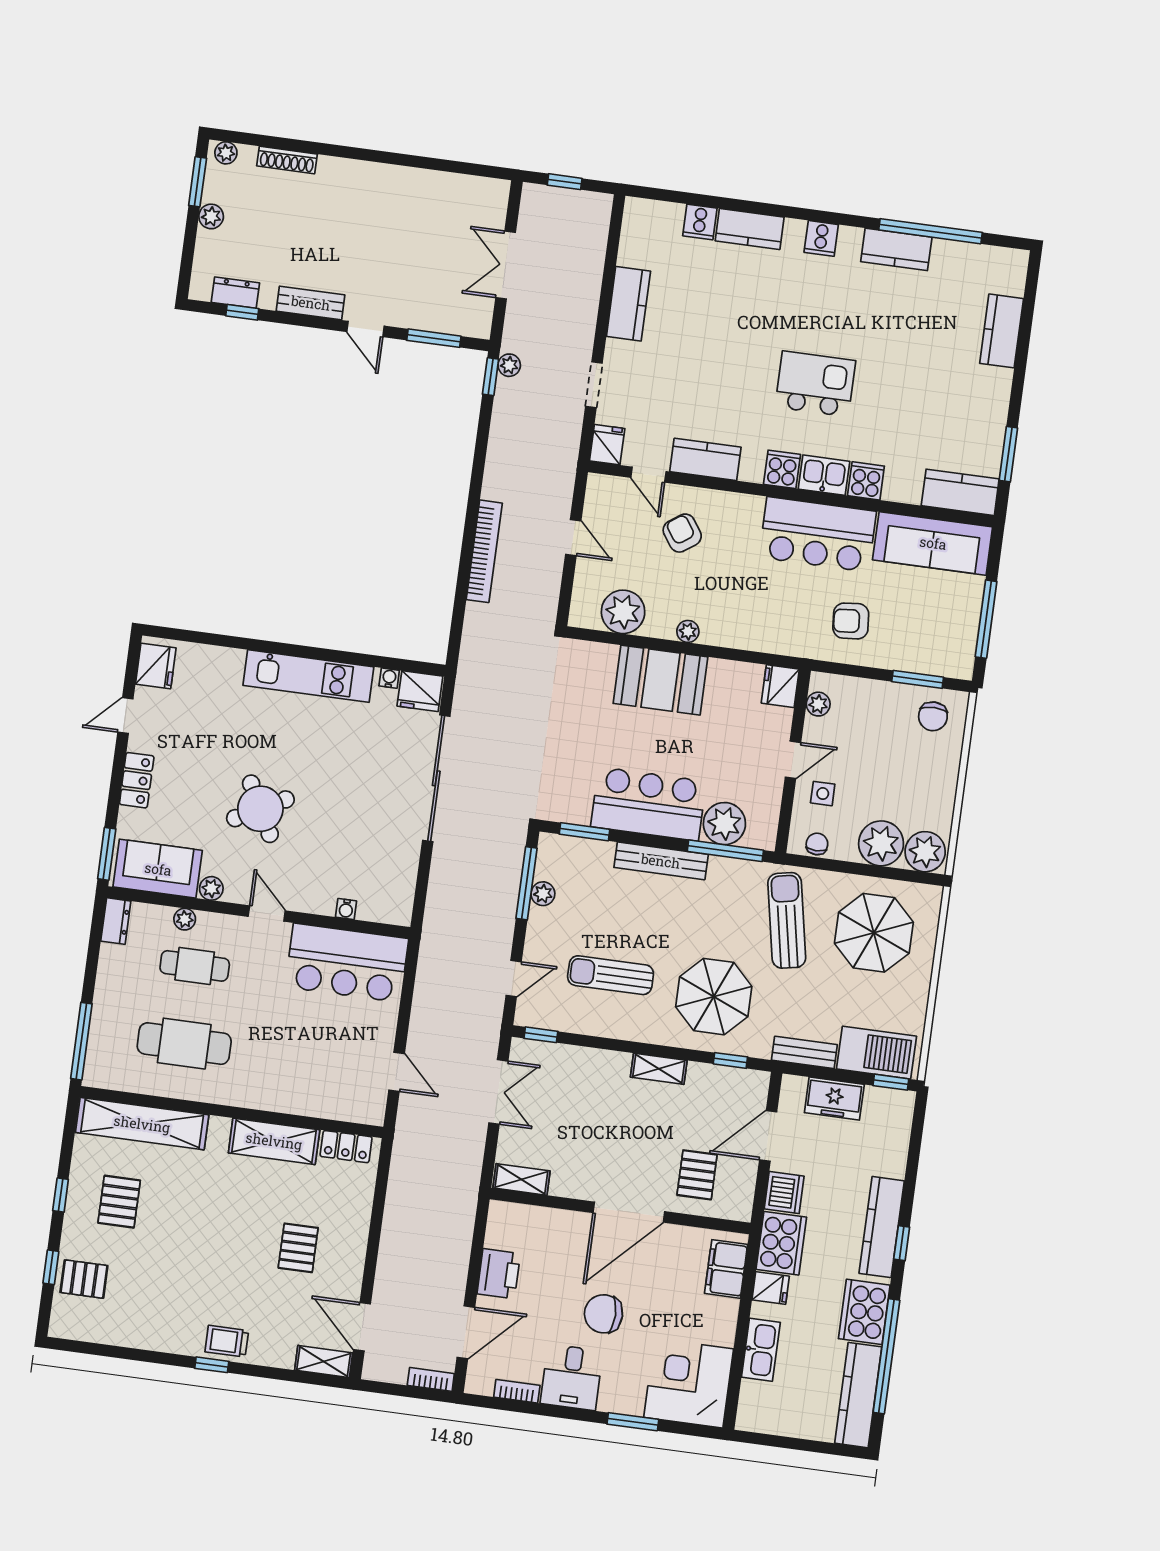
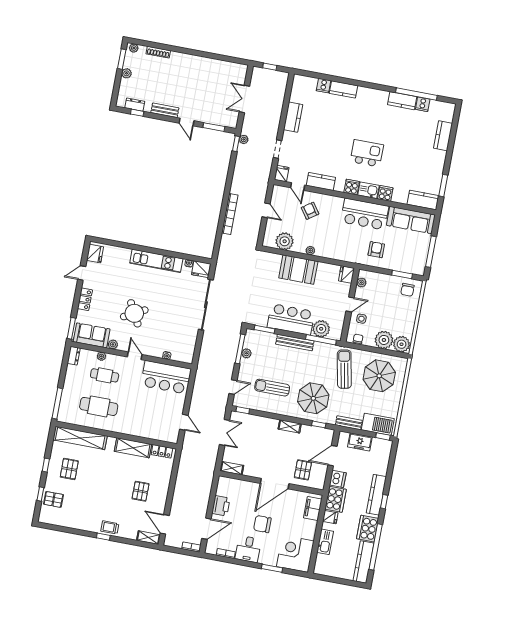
cooker: (821, 238) -> (423, 104), moved
armchair: (851, 621) -> (376, 250), turned 95

